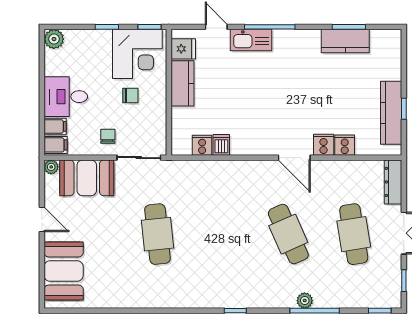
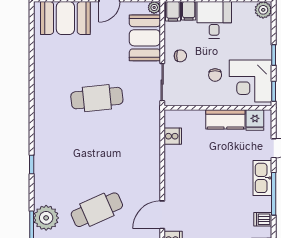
dishwasher: (221, 145) -> (263, 219), moved, turned 180
plant: (305, 301) -> (46, 218), width x1.88, depth x1.88

